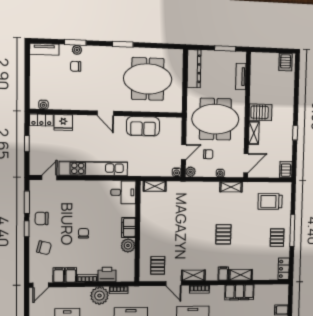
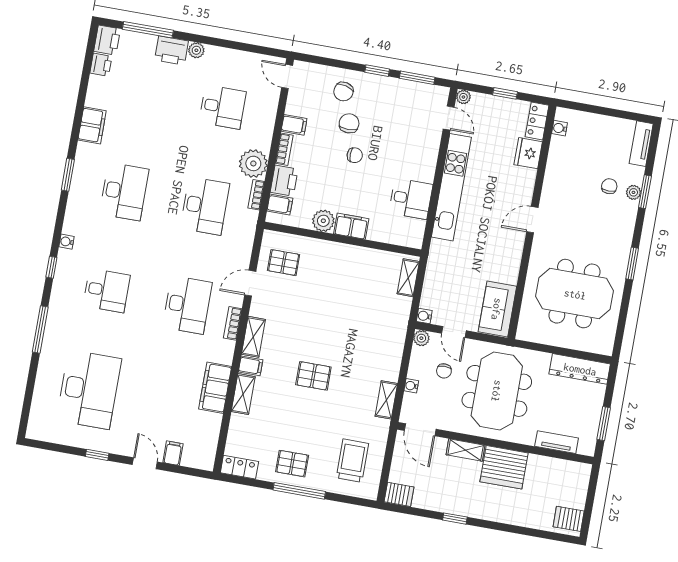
meeting table: (148, 79) -> (575, 294), turned 90
server rack: (260, 112) -> (504, 467), width x1.60
sofa: (143, 126) -> (497, 309), moved
plant: (34, 170) -> (463, 97), added
desk: (123, 192) -> (411, 199), moved, turned -90
chair: (42, 218) -> (349, 123), moved
filing cabinet: (59, 275) -> (280, 205), moved
shelving: (193, 275) -> (253, 337), moved

